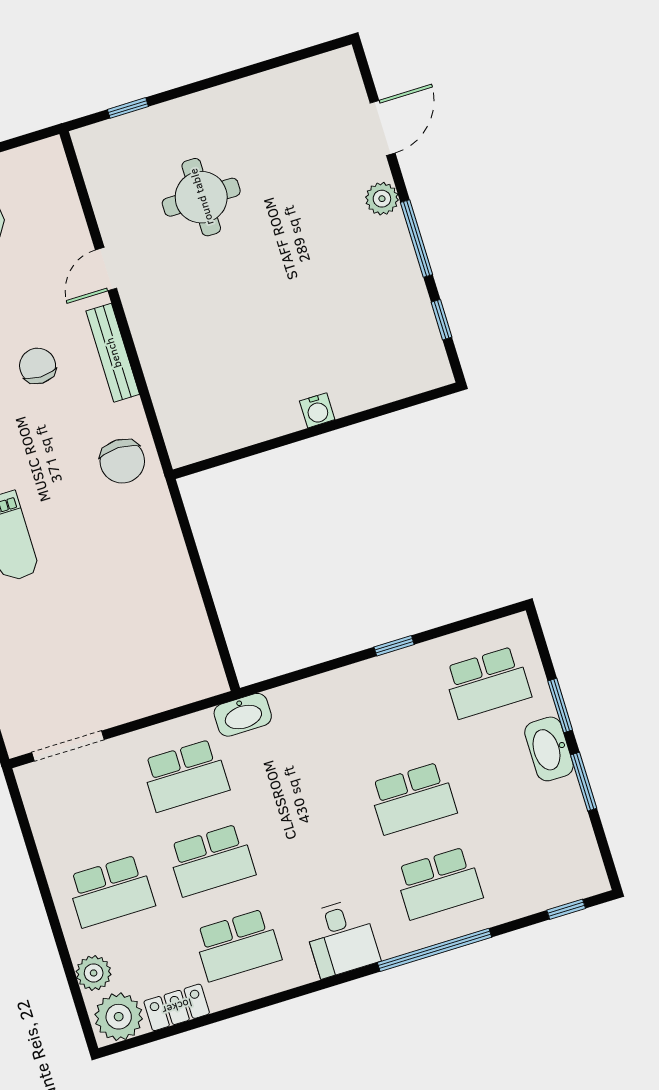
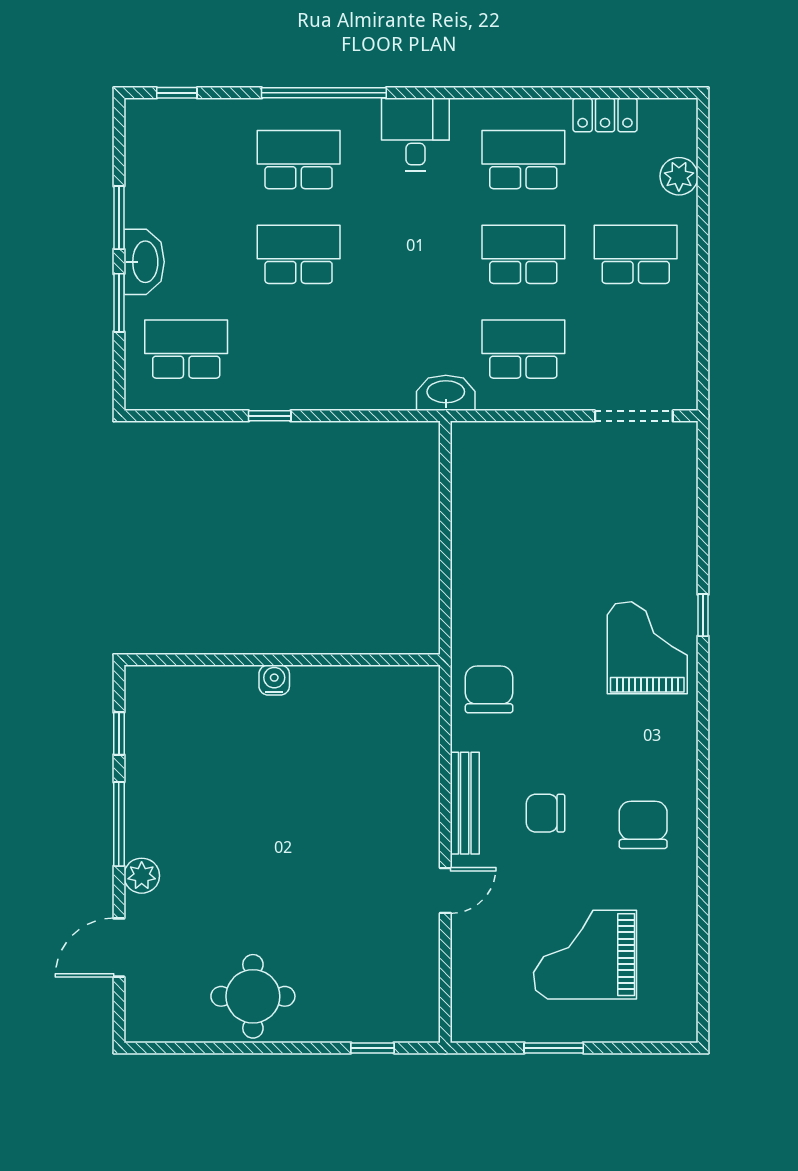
round table: (201, 197) -> (253, 996), moved
chair: (38, 366) -> (546, 813), turned 90
plant: (119, 1017) -> (667, 124), removed

